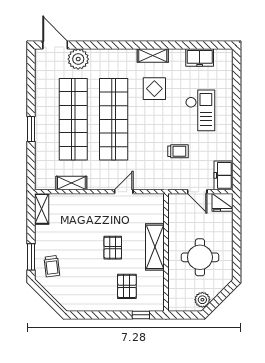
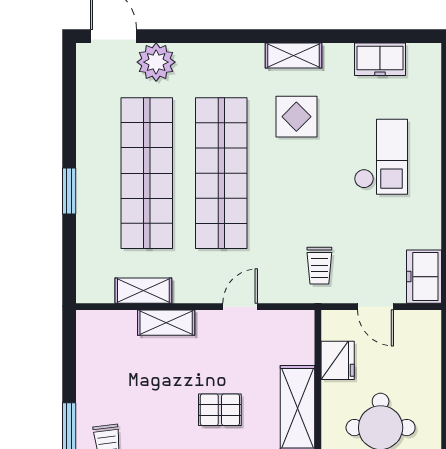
trolley: (178, 151) -> (319, 266), moved, turned 90
fridge: (223, 202) -> (338, 360), moved, turned -90
shelving: (42, 209) -> (166, 323), moved, turned 90
pallet: (113, 248) -> (220, 410), turned 90

